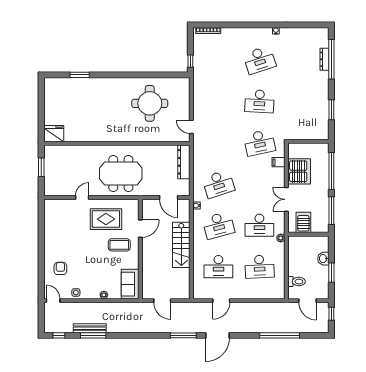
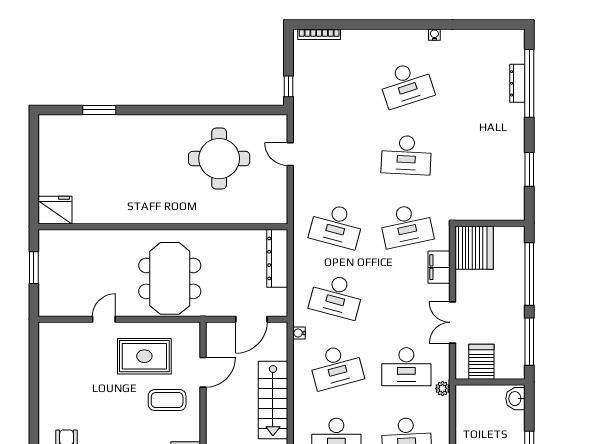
door: (191, 127) -> (290, 154), moved
desk: (218, 143) -> (336, 226), added
filing cabinet: (279, 162) -> (439, 267), width x2.00
server rack: (299, 171) -> (474, 248), moved
meeting table: (121, 174) -> (170, 278), turned 90
desk: (218, 184) -> (336, 296), turned 33
door: (169, 197) -> (251, 319), hinge flipped
washbasin: (323, 259) -> (515, 399), moved

